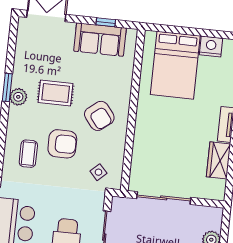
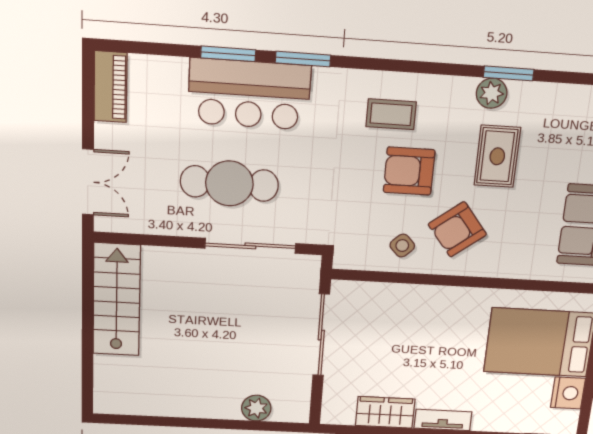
armchair: (62, 144) -> (409, 171), turned 90
side table: (98, 172) -> (402, 246), moved

